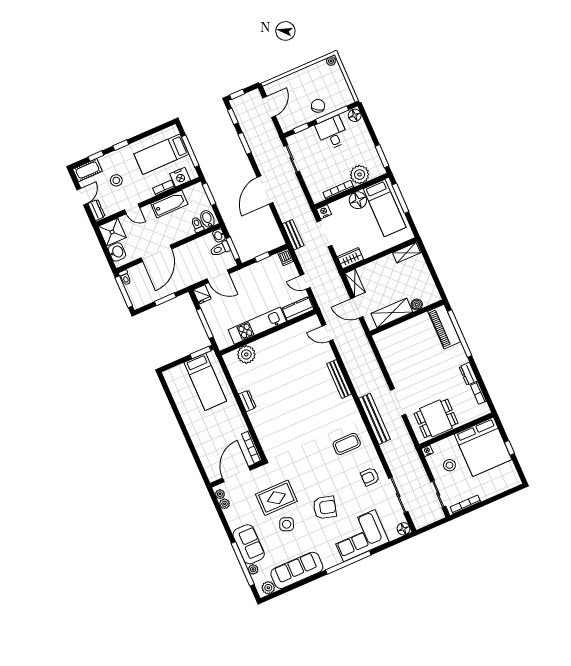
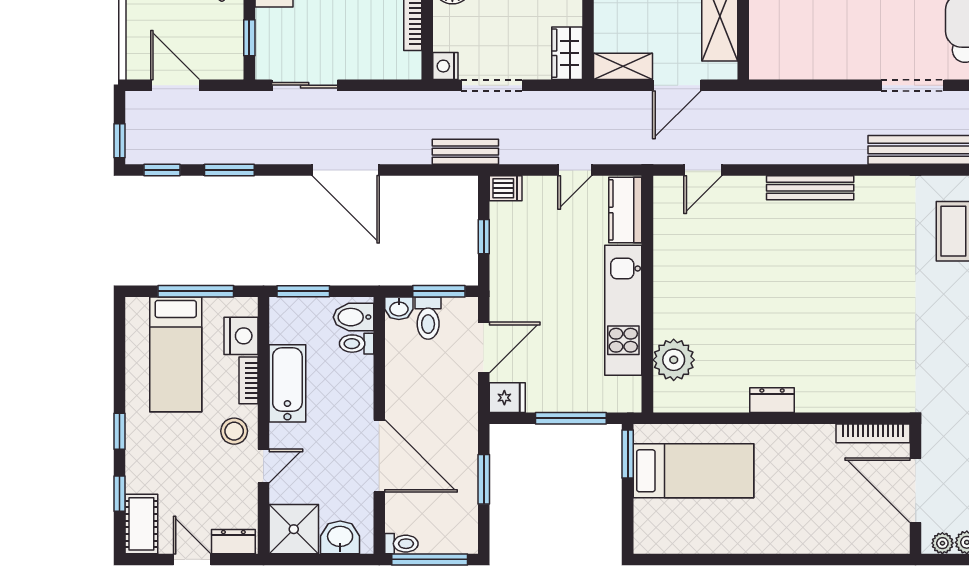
stool: (116, 180) -> (234, 431), moved

